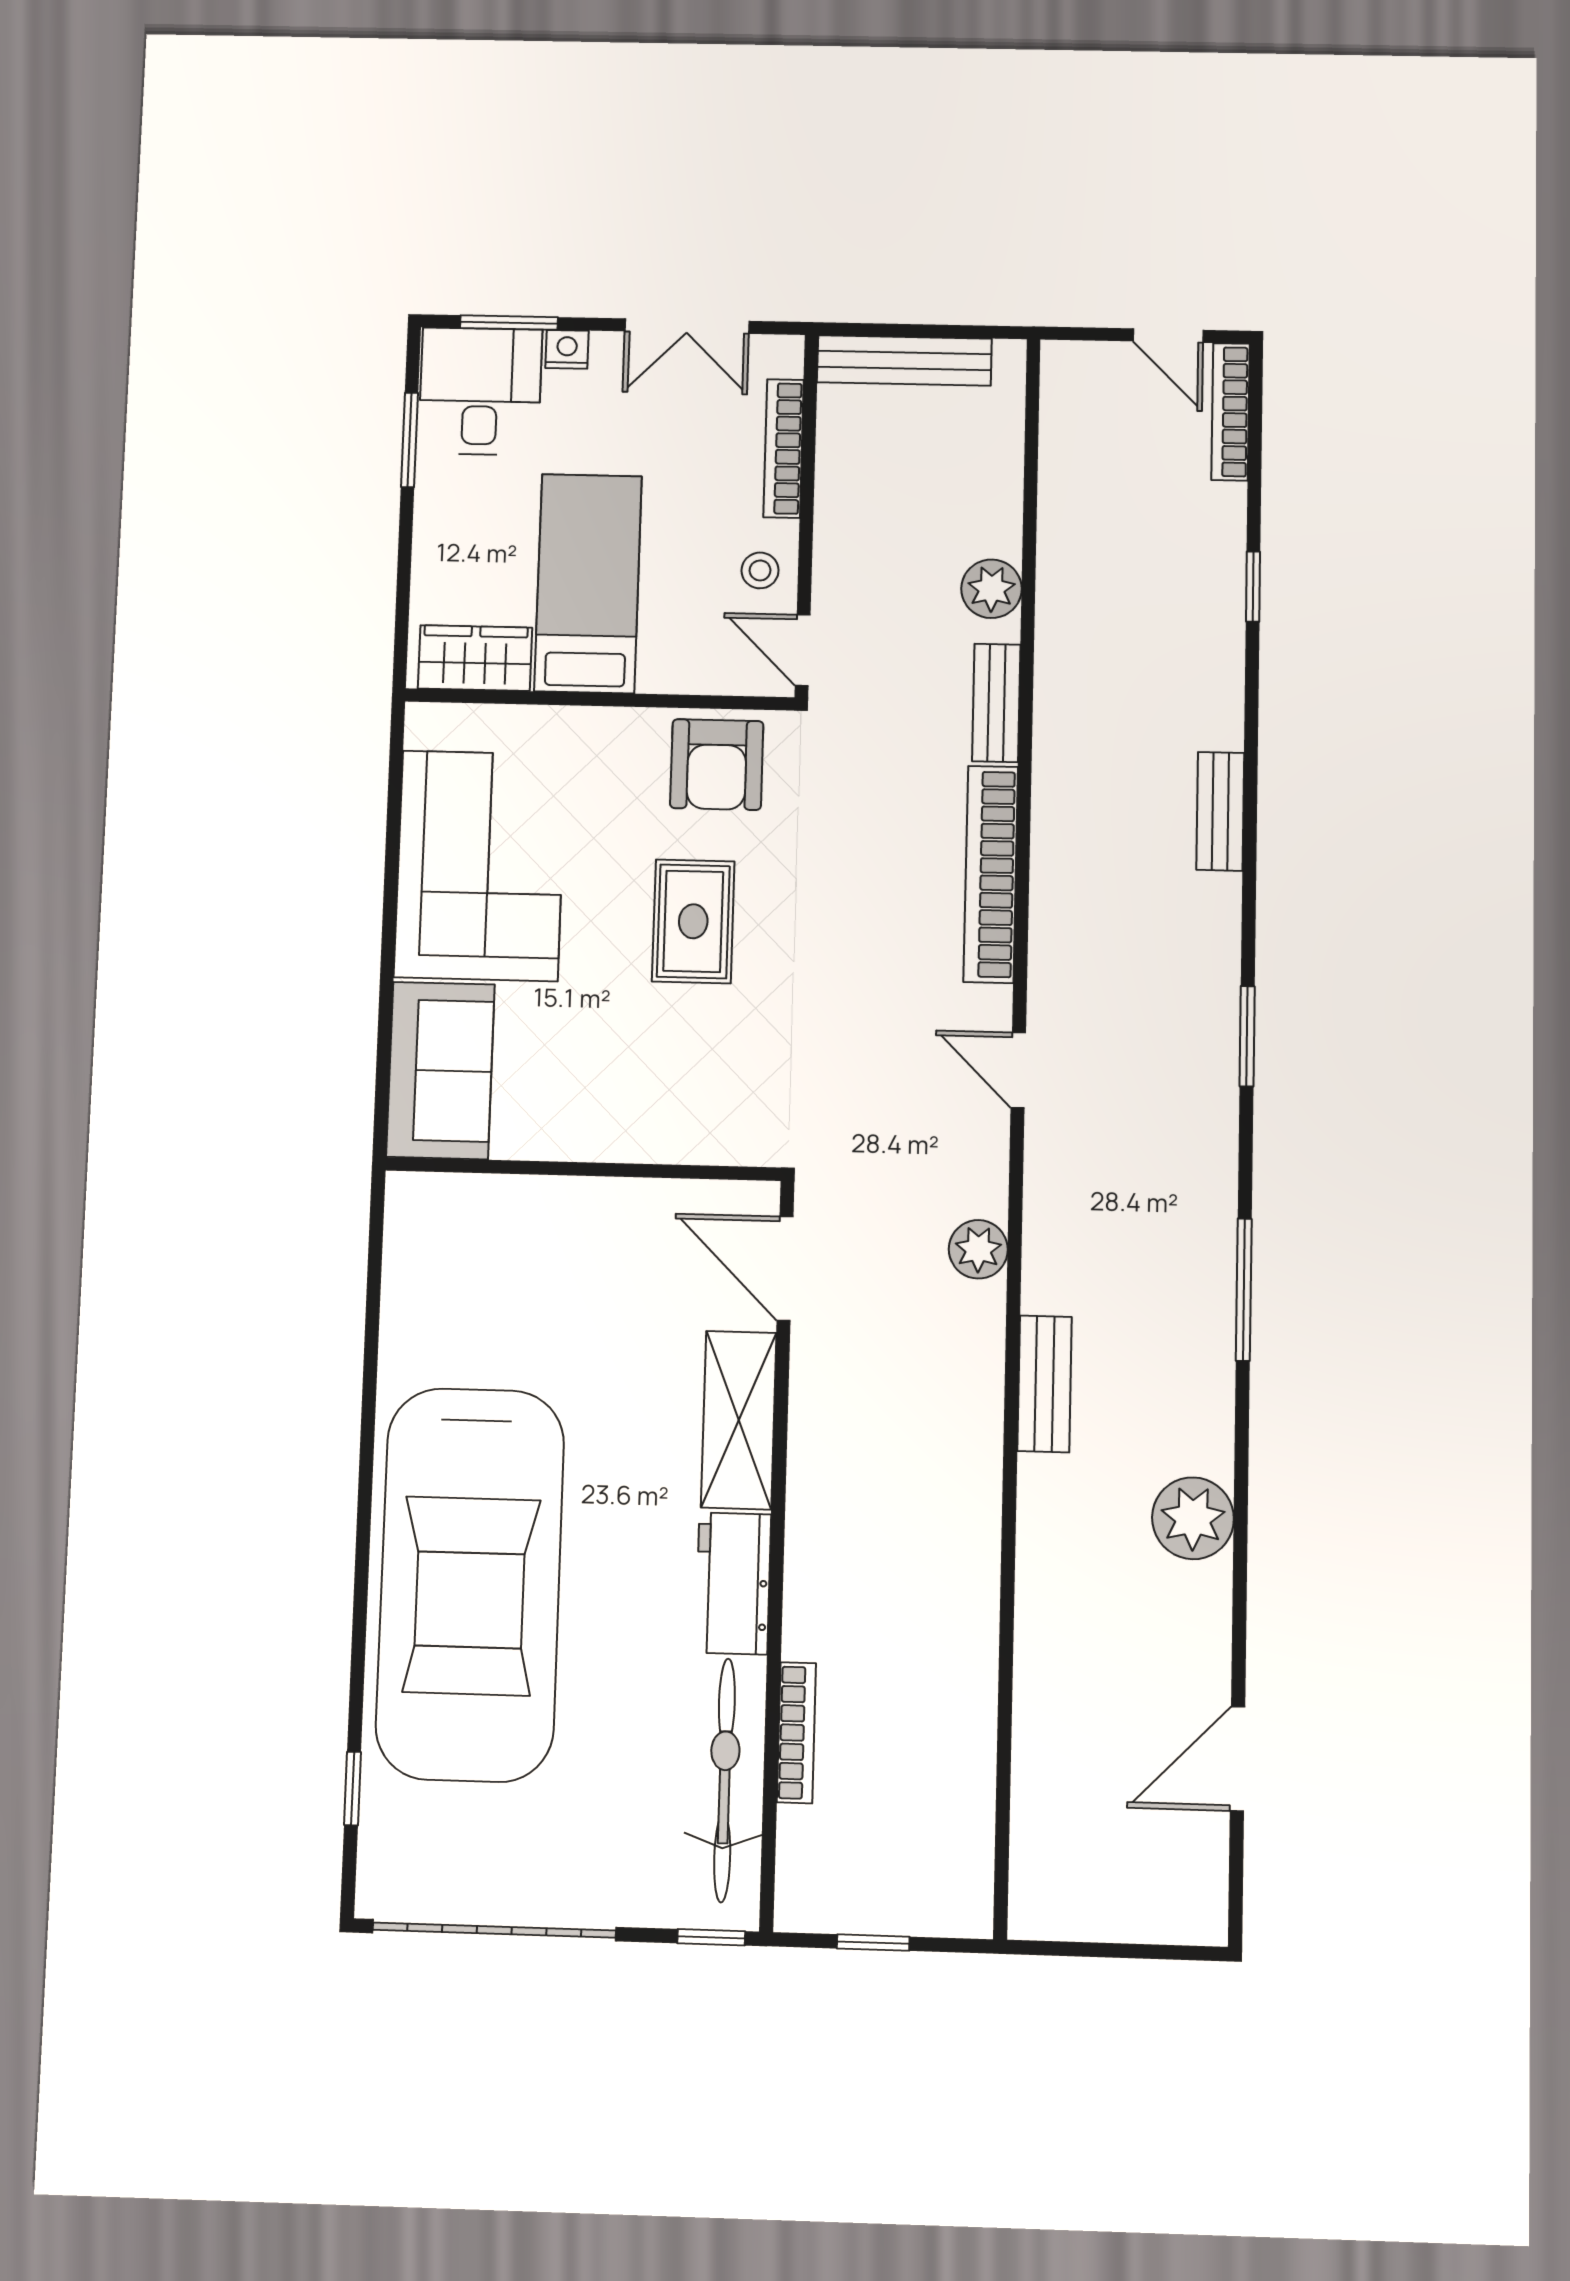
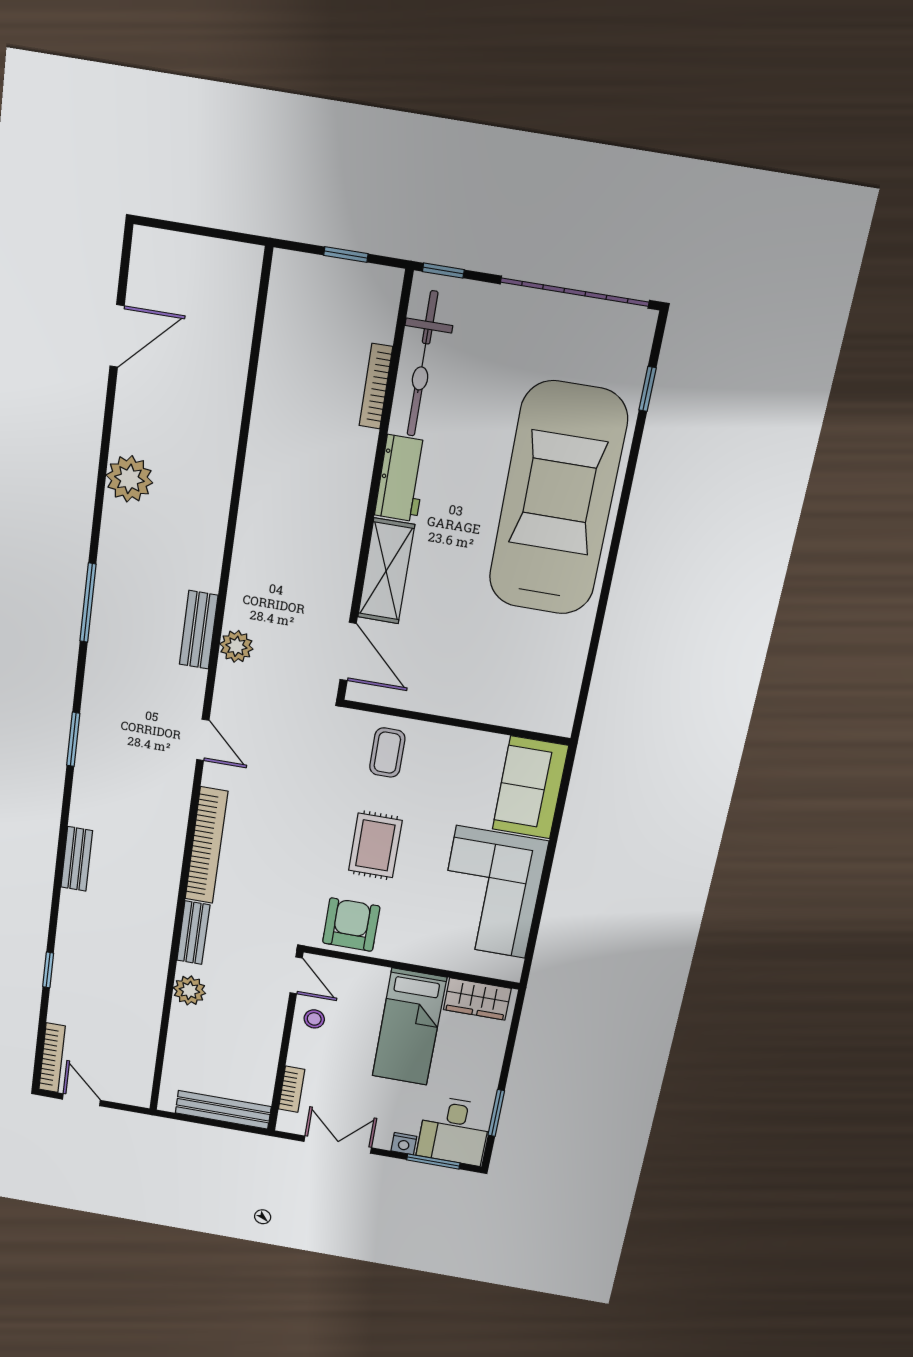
bookcase: (784, 448) -> (292, 1089), width x0.64
coffee table: (695, 1096) -> (387, 753), added
bench: (1044, 1384) -> (199, 630), moved

